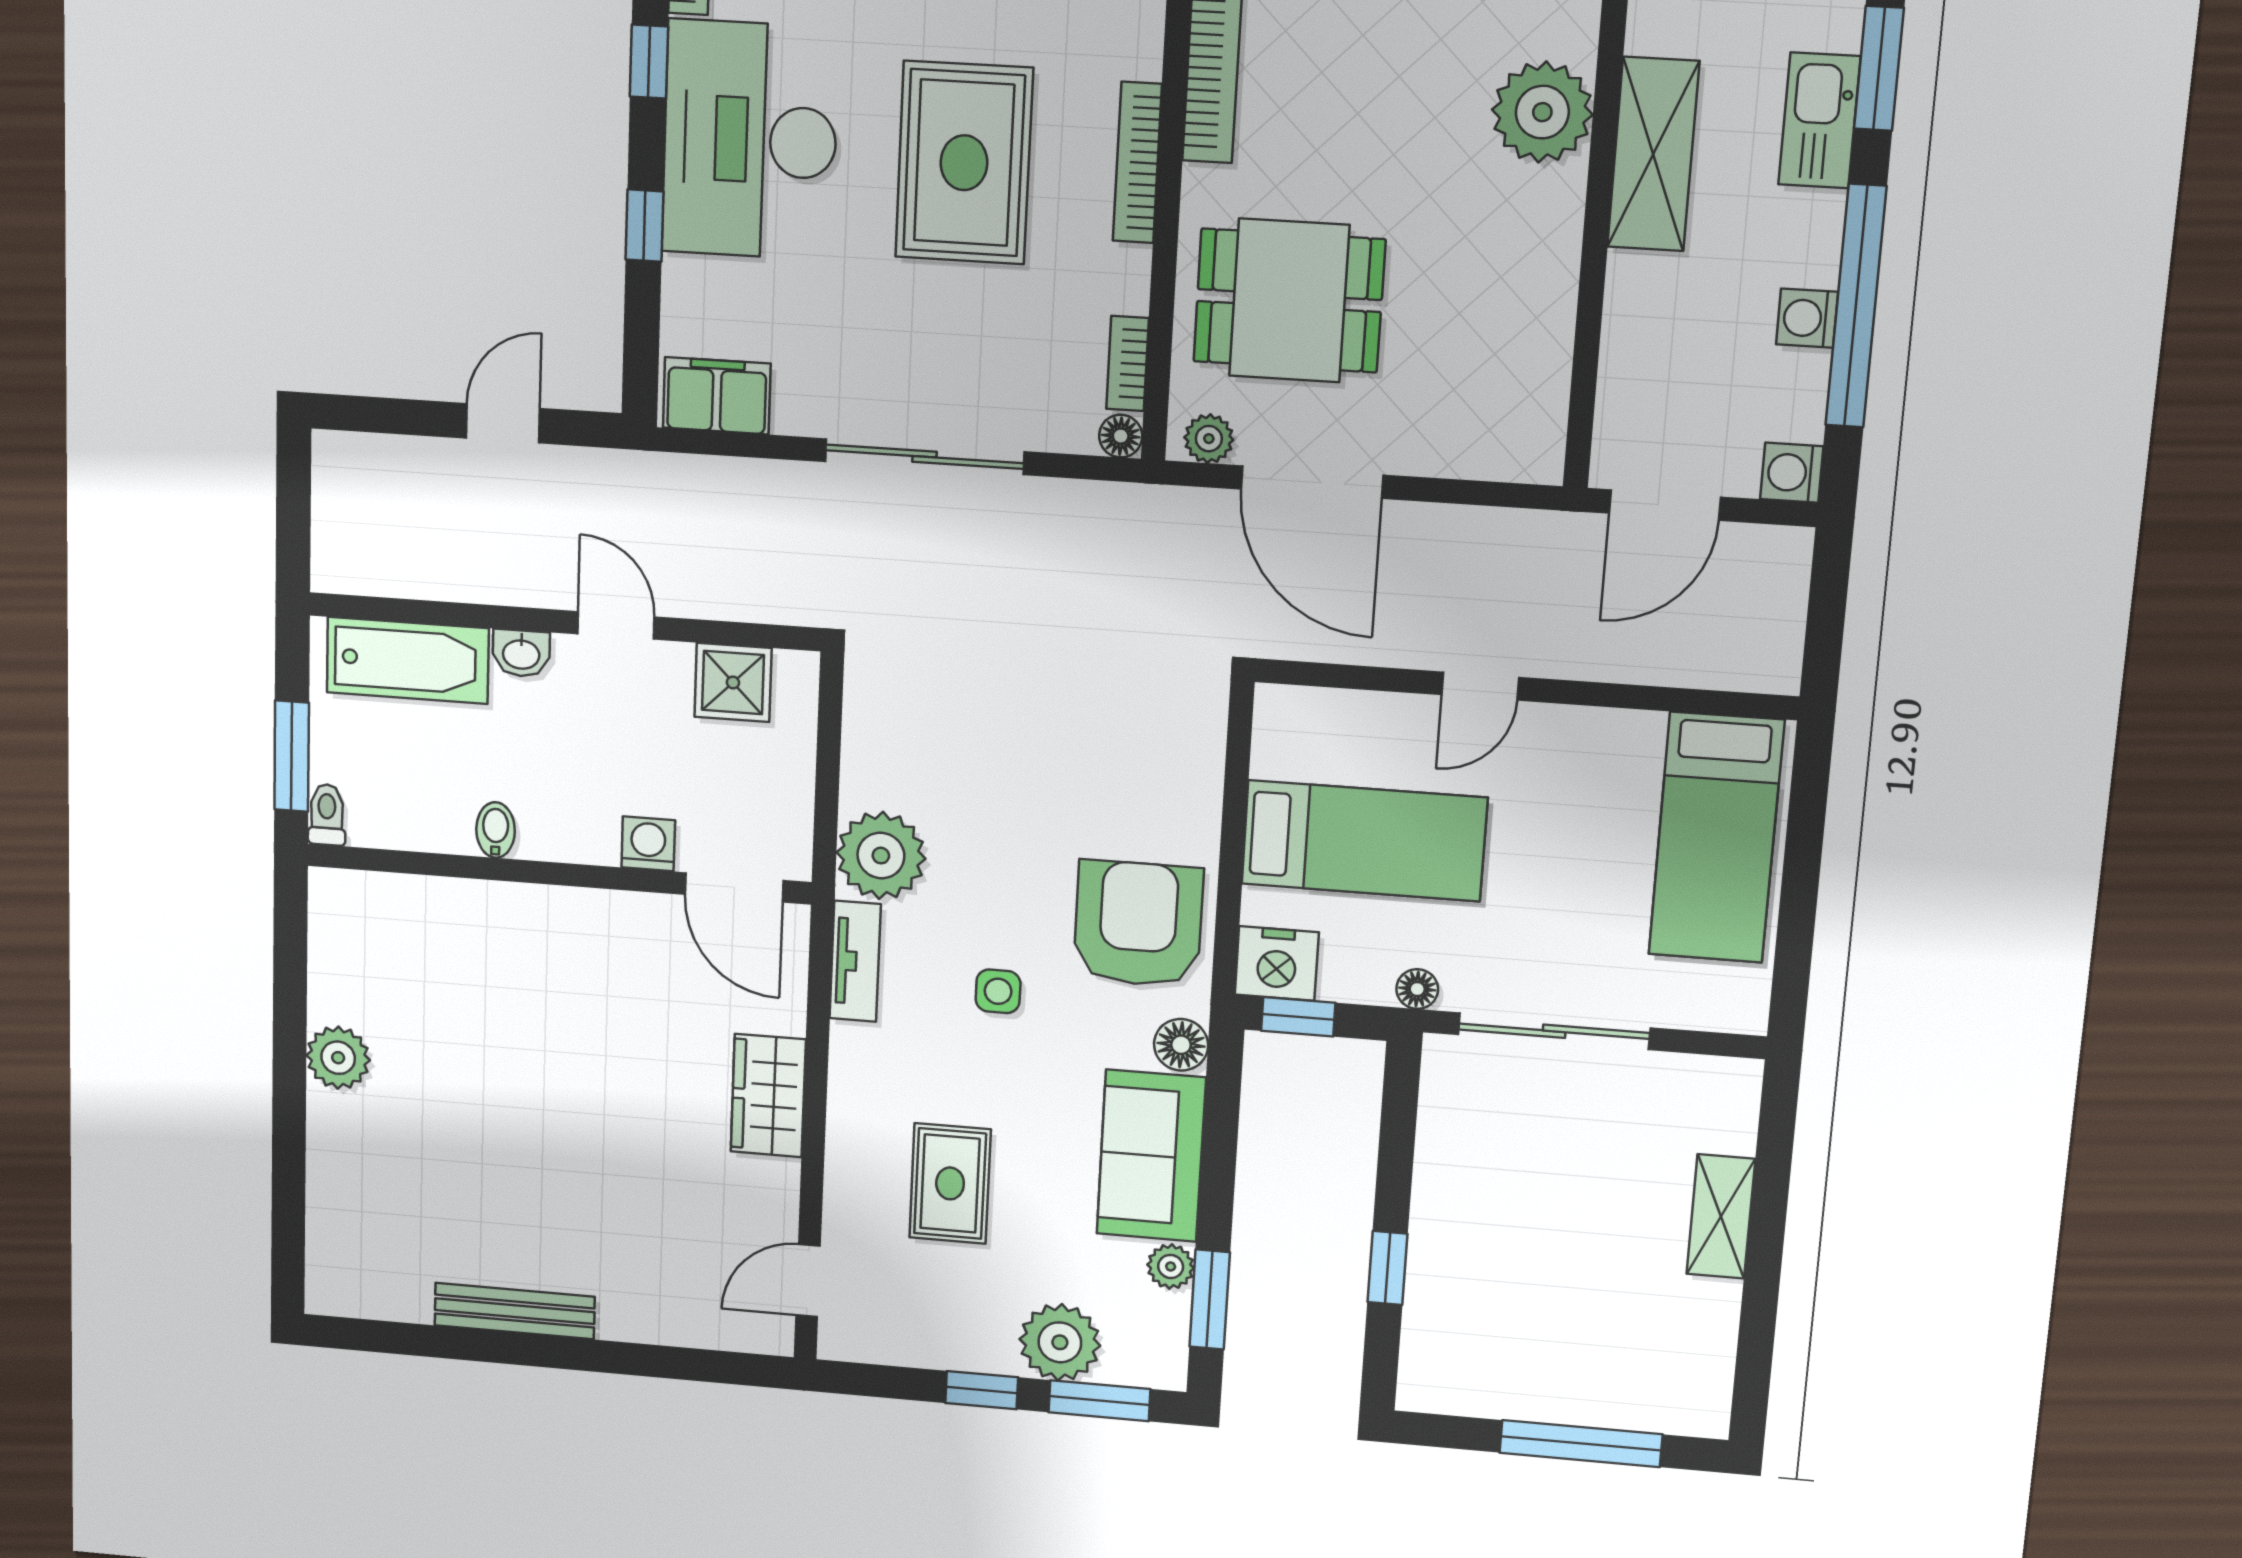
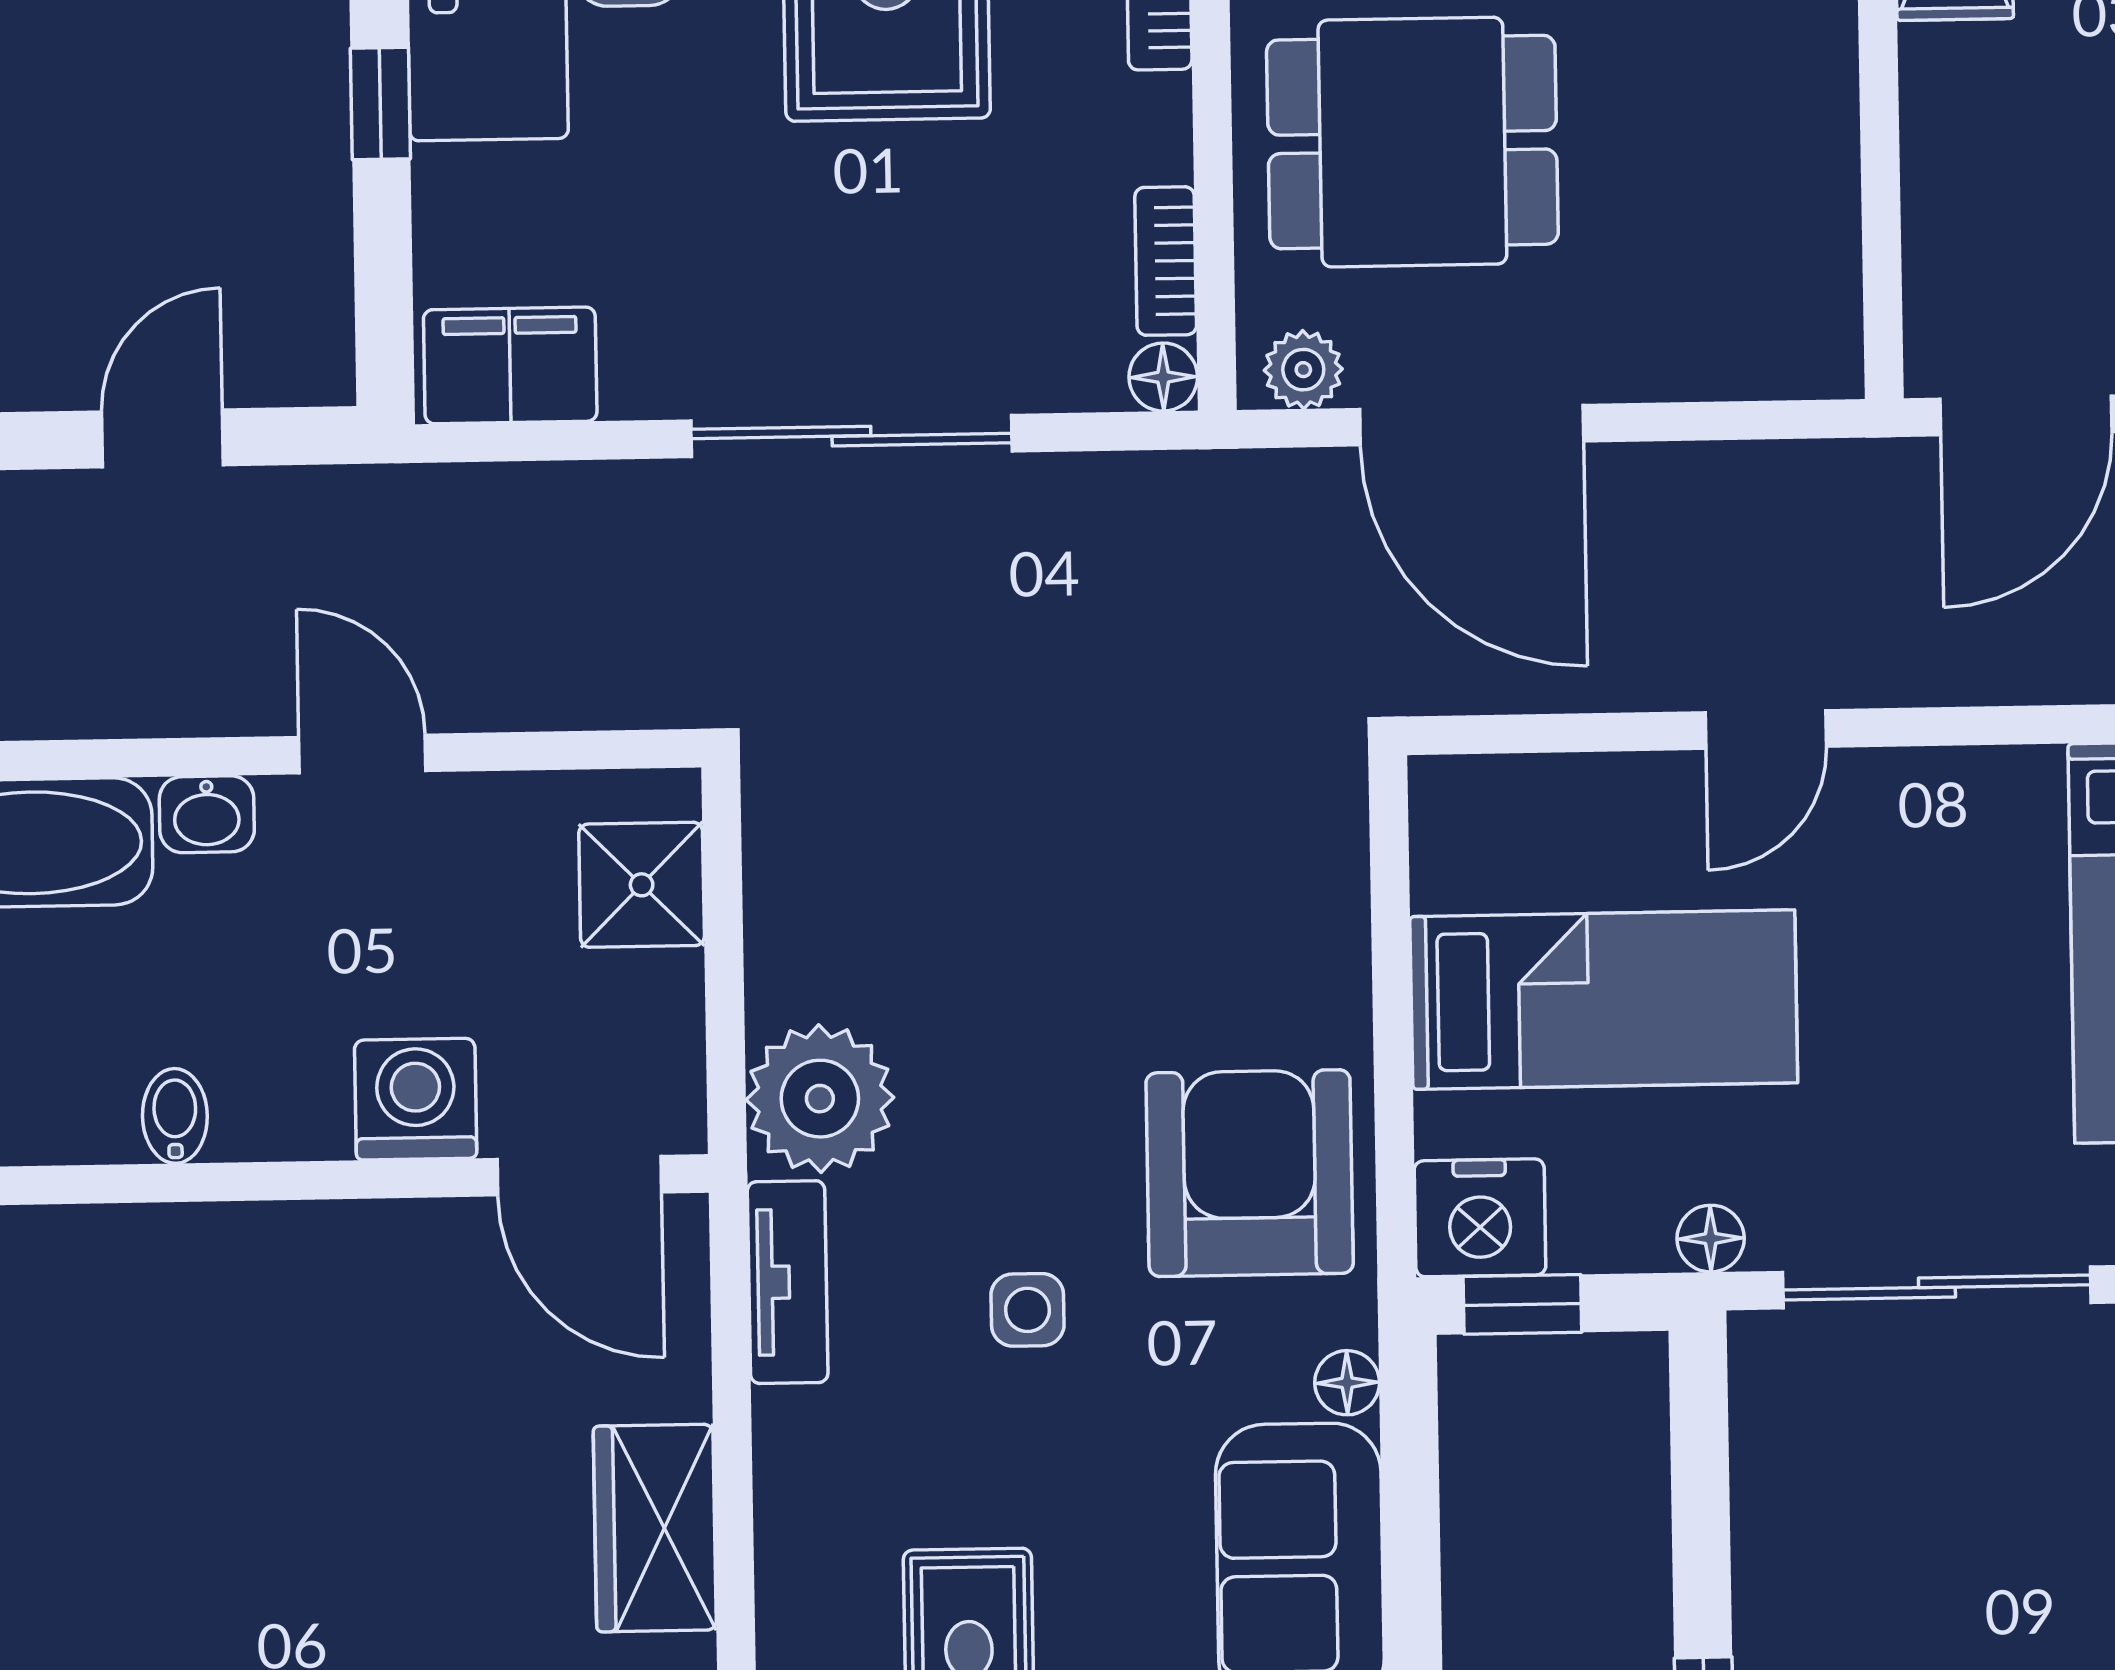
shower: (733, 683) -> (642, 885), moved
washing machine: (648, 844) -> (416, 1099), width x1.38, depth x1.38
floor lamp: (1181, 1045) -> (1347, 1383), width x0.73, depth x0.73

